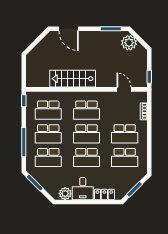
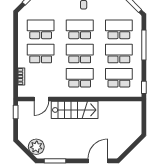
door: (69, 29) -> (98, 161), hinge flipped
stairs: (73, 79) -> (75, 110), moved
door: (124, 89) -> (41, 99), hinge flipped

